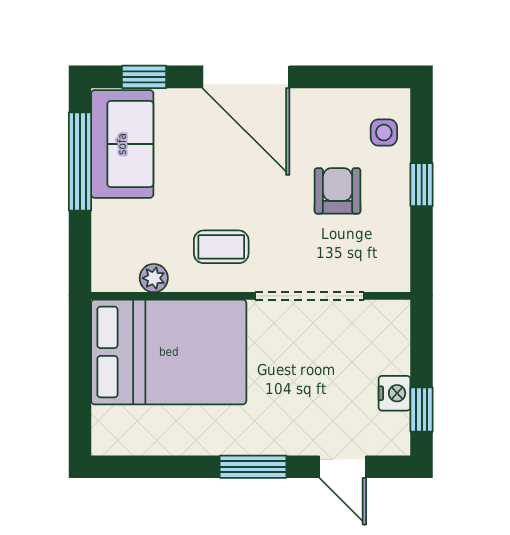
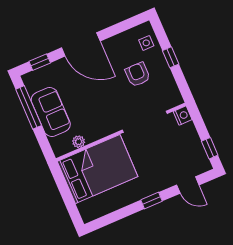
sofa: (122, 144) -> (51, 112), moved
coffee table: (221, 247) -> (100, 117), removed
nightstand: (394, 393) -> (183, 116), moved
window: (253, 467) -> (152, 201), width x0.67

